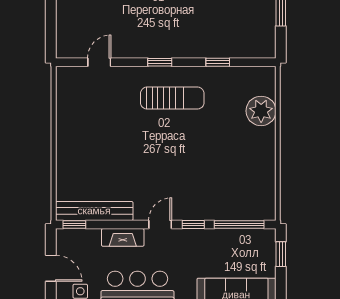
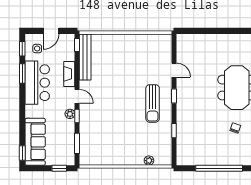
door: (99, 62) -> (174, 70), moved
plant: (261, 111) -> (149, 161), width x0.53, depth x0.53
window: (239, 225) -> (77, 143), width x0.69
plant: (190, 236) -> (70, 114), added

